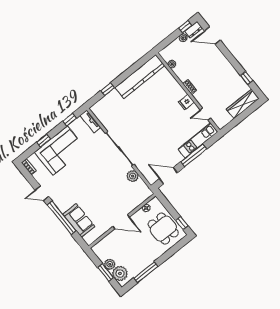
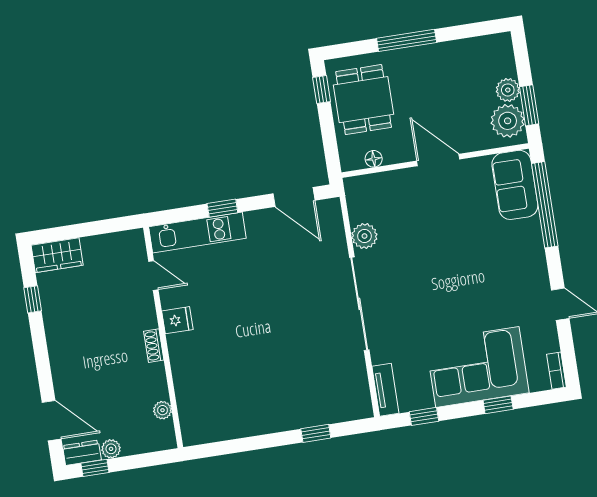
kitchen counter: (140, 77) -> (239, 422), removed
wardrobe: (243, 104) -> (57, 255), width x0.67
window: (194, 155) -> (222, 208), width x0.46
window: (62, 218) -> (545, 205), moved
sofa: (79, 220) -> (515, 185), moved
window: (106, 272) -> (529, 105), moved
window: (146, 272) -> (407, 40), moved
plant: (120, 273) -> (508, 121), moved

